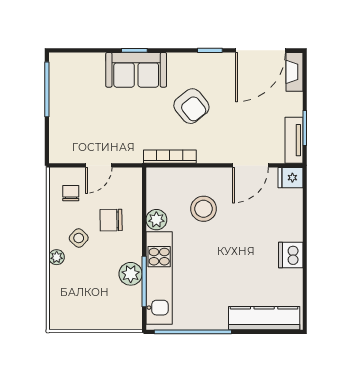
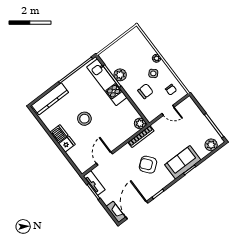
plant: (73, 64) -> (211, 145), added
door: (99, 165) -> (168, 110), swing flipped
fridge: (290, 178) -> (67, 144), moved
stool: (204, 209) -> (84, 119), moved
plant: (156, 220) -> (140, 123), moved

